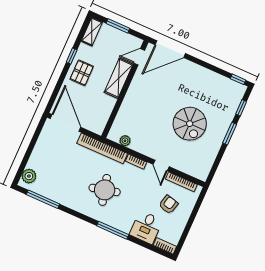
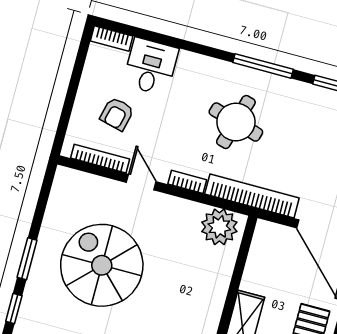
spiral stairs: (190, 124) -> (102, 265), width x1.37, depth x1.37
plant: (125, 141) -> (219, 227), width x1.87, depth x1.87
round table: (105, 190) -> (236, 122), turned 30
window: (113, 230) -> (263, 66), moved

